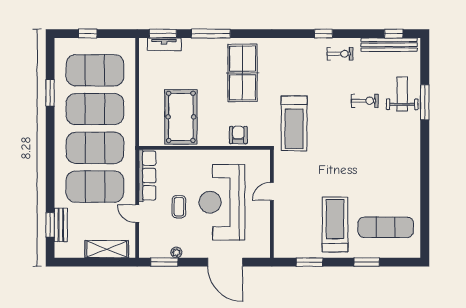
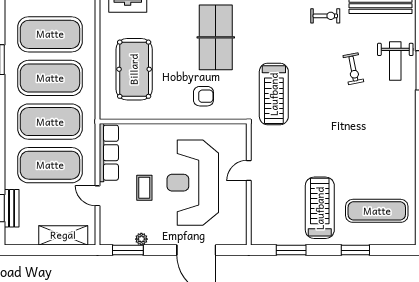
weight bench: (402, 94) -> (395, 61), turned 180
exercise bike: (365, 101) -> (353, 69), turned 79
pool table: (181, 117) -> (134, 69), moved
armchair: (238, 135) -> (203, 96), moved, turned 90

